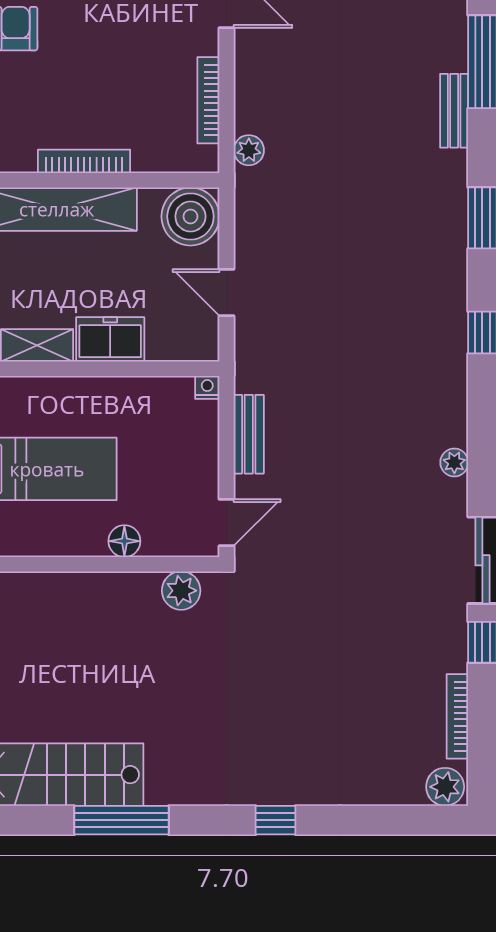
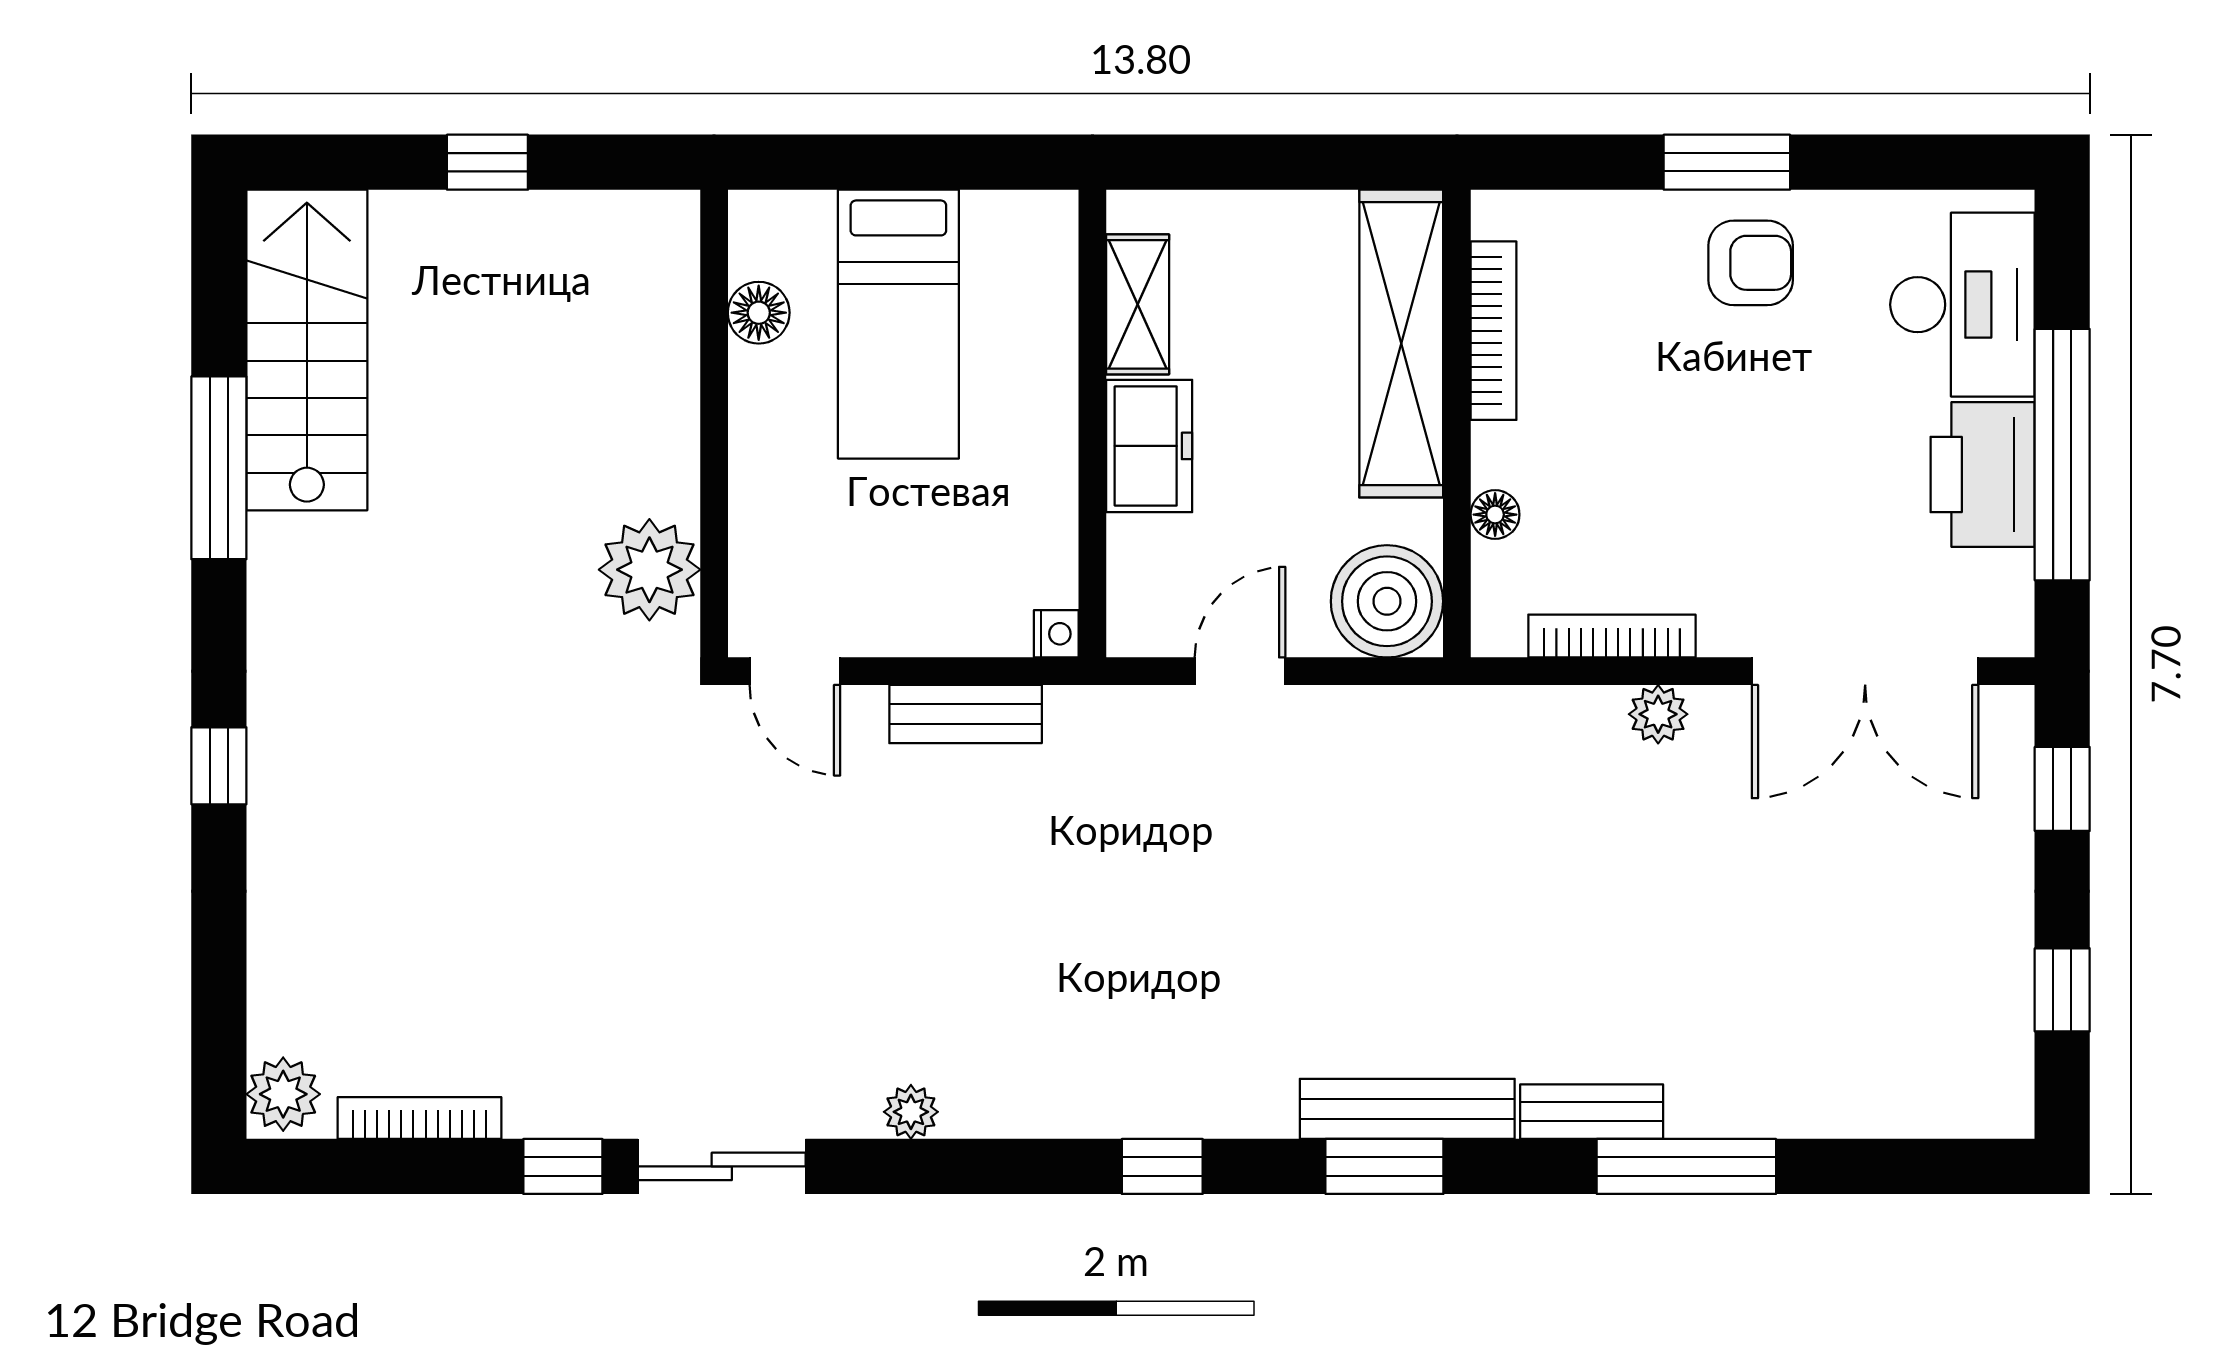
plant: (249, 150) -> (1658, 714), moved
bookcase: (84, 161) -> (1494, 331), moved
floor lamp: (146, 161) -> (1495, 515), added
bench: (453, 206) -> (1407, 1109), added
floor lamp: (124, 541) -> (759, 313), moved
plant: (181, 591) -> (649, 570), width x1.36, depth x1.36

